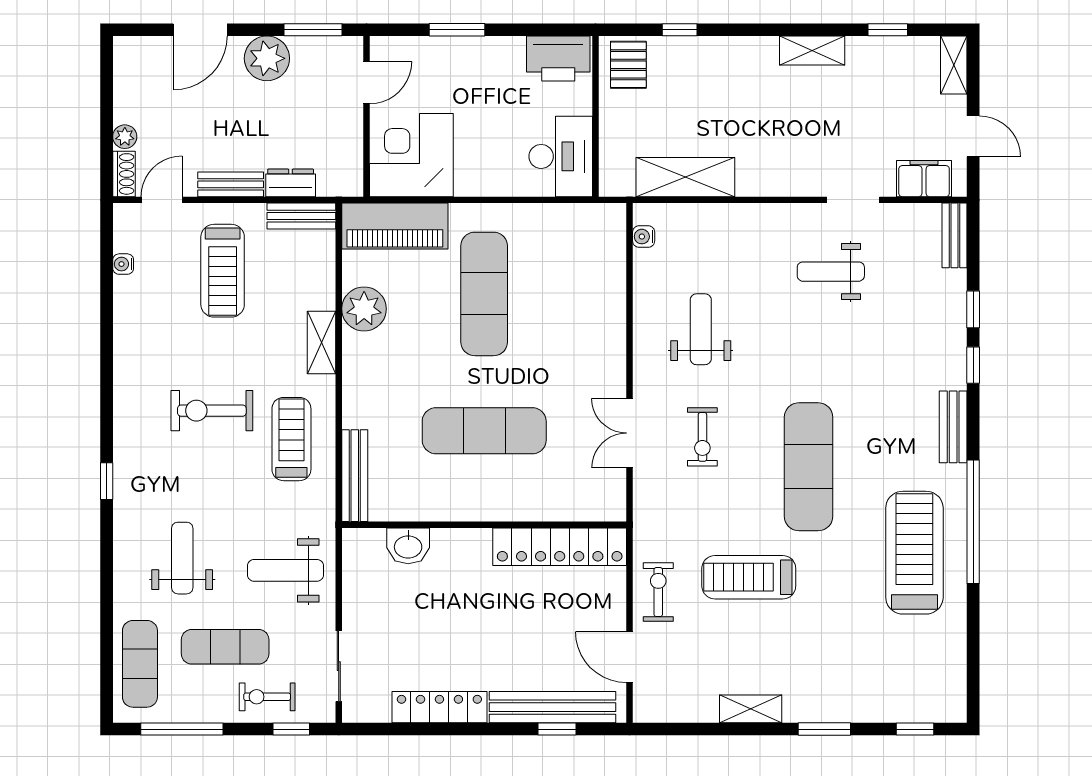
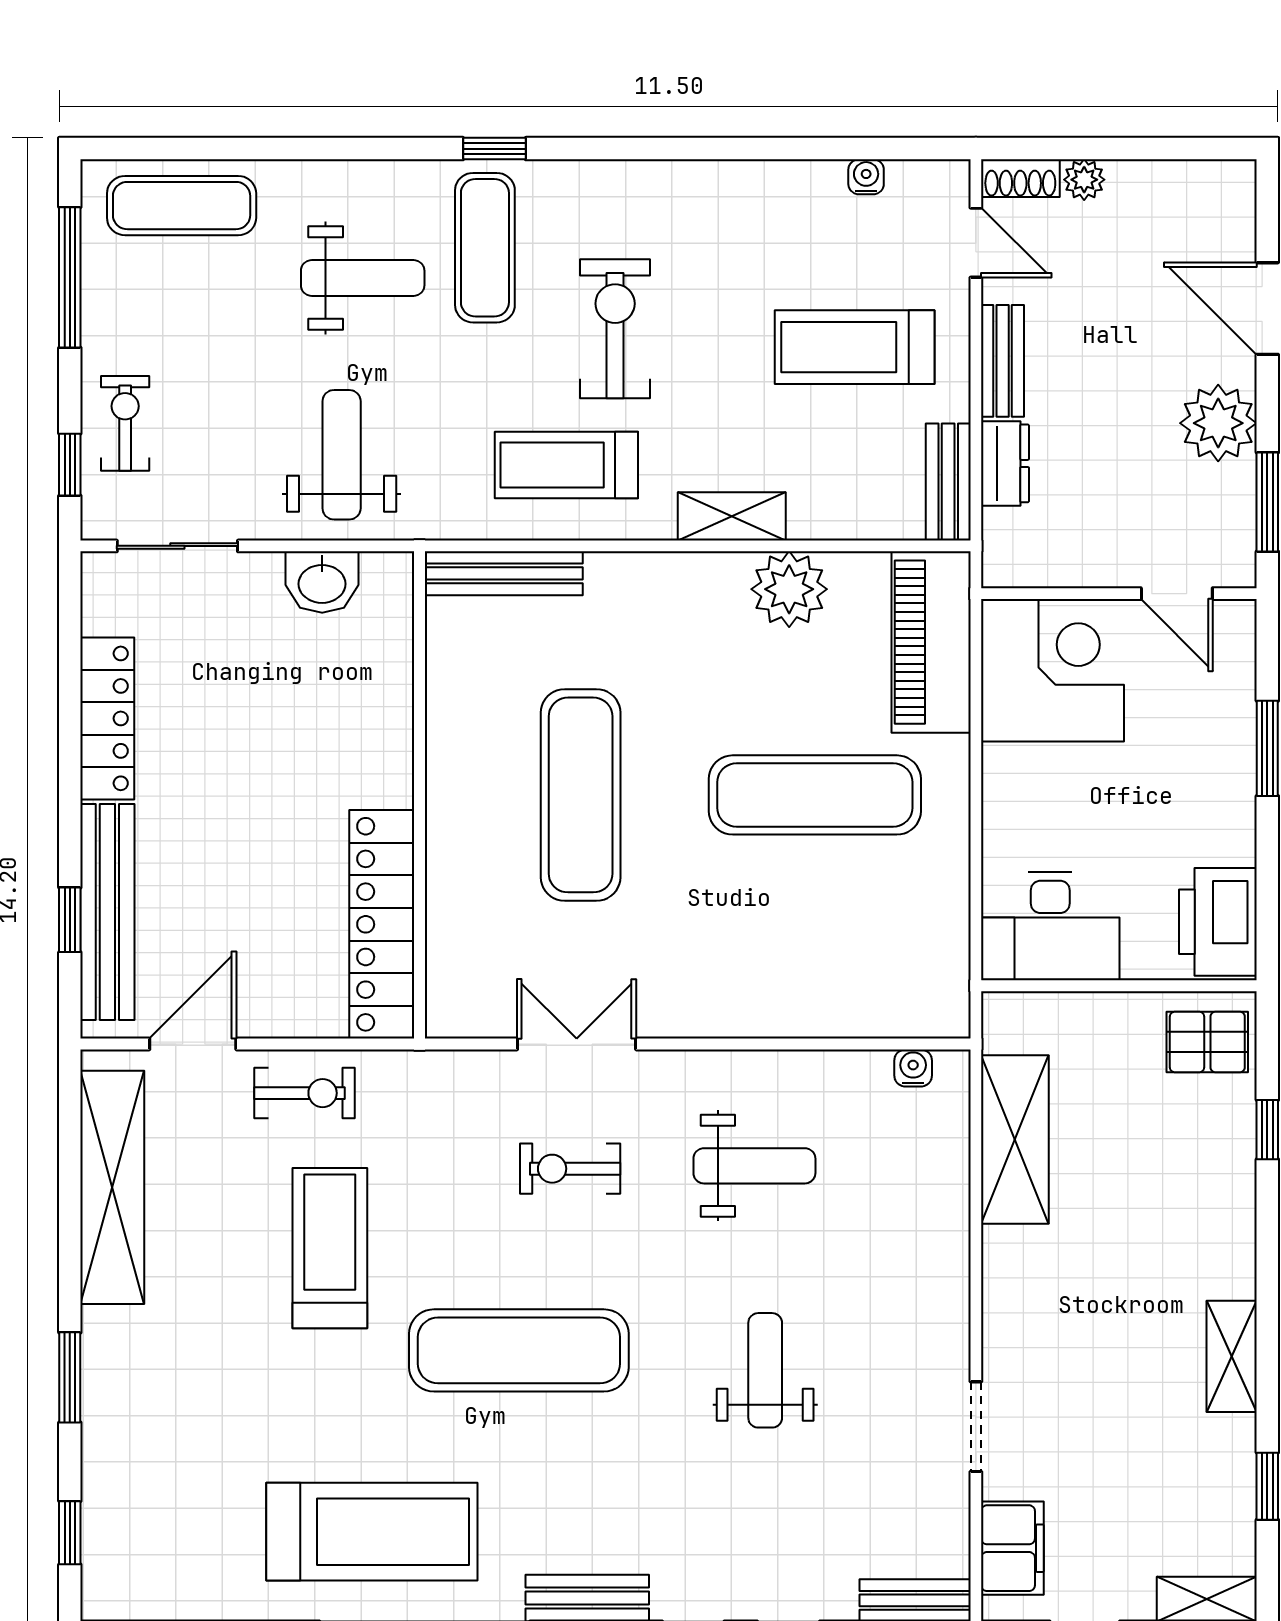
weight bench: (831, 272) -> (765, 1370), moved
treadmill: (291, 439) -> (566, 465), turned 180
washbasin: (408, 546) -> (322, 582), moved, turned -90
exercise mat: (225, 647) -> (485, 248), moved
shelving: (751, 709) -> (112, 1187), width x2.20, depth x1.33

